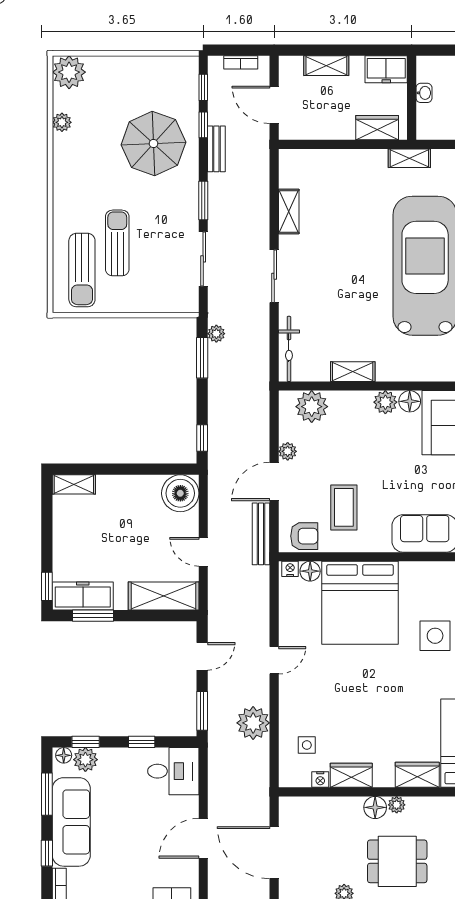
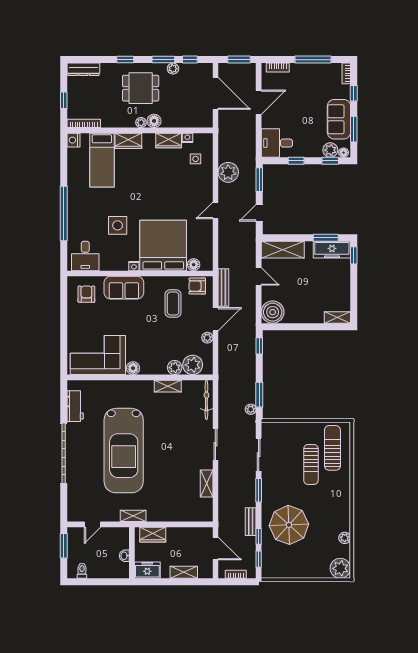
plant: (385, 402) -> (175, 368), moved
nightstand: (290, 569) -> (134, 266), moved
sofa: (71, 822) -> (339, 119), width x0.73

